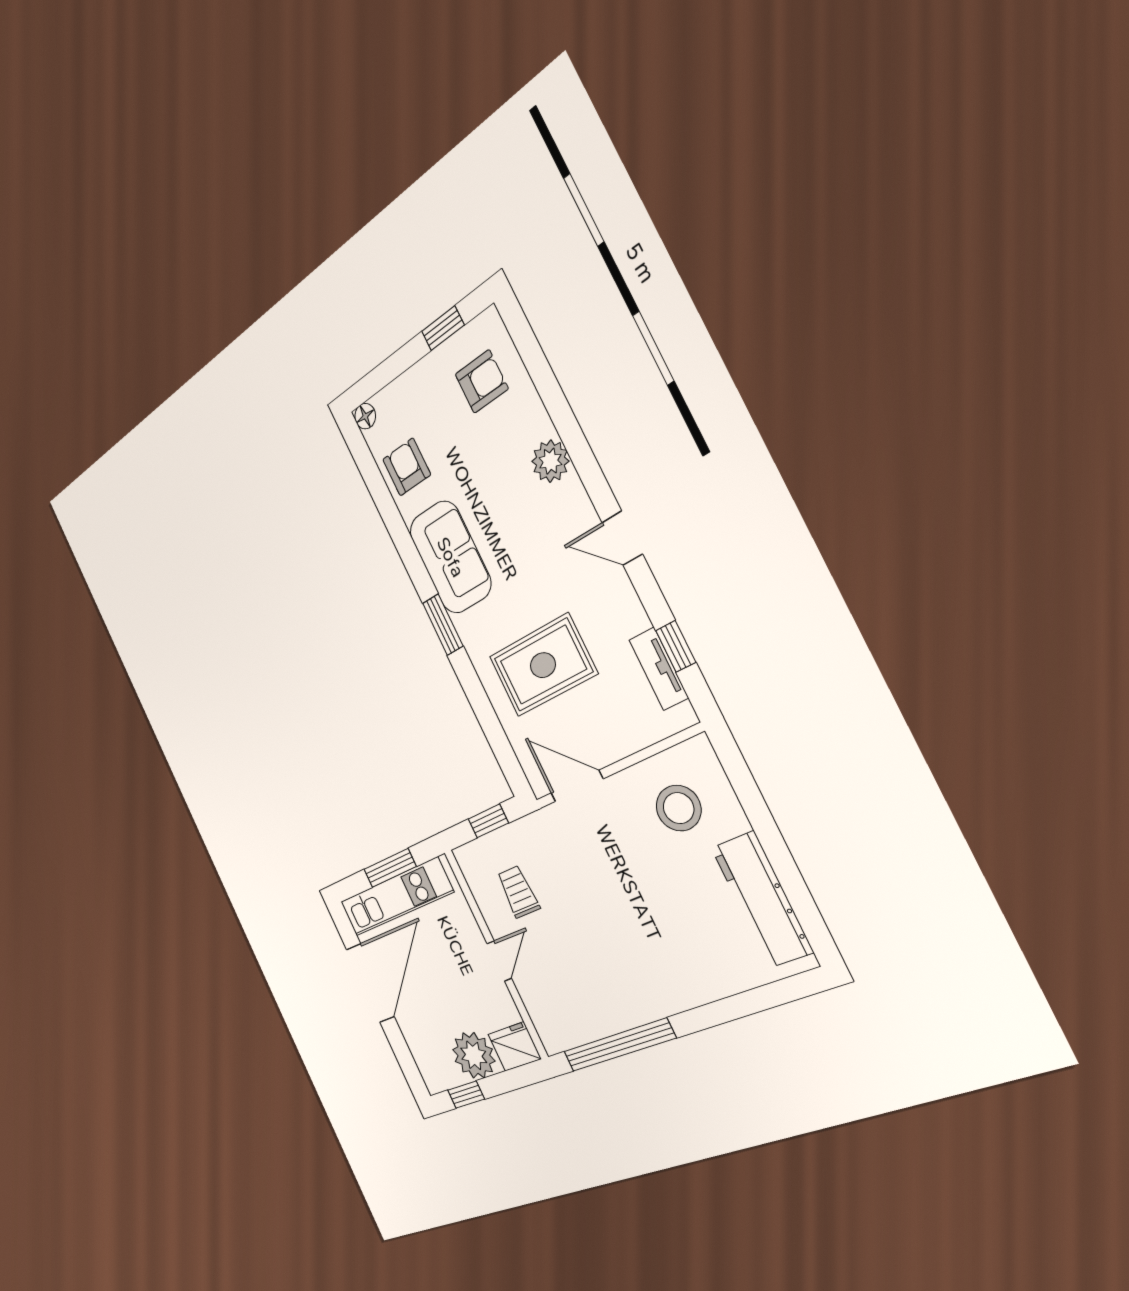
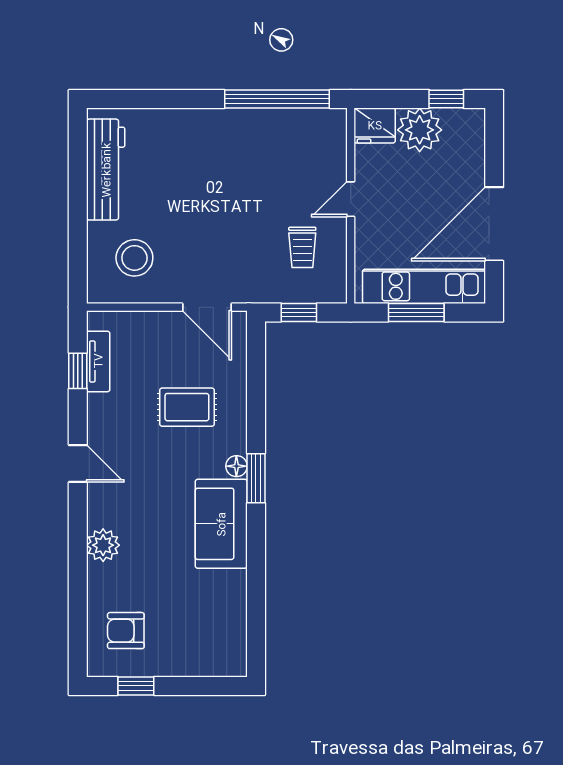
floor lamp: (365, 416) -> (236, 466), moved
armchair: (407, 467) -> (222, 609), removed
rug: (543, 665) -> (187, 407), width x0.73, depth x0.70

